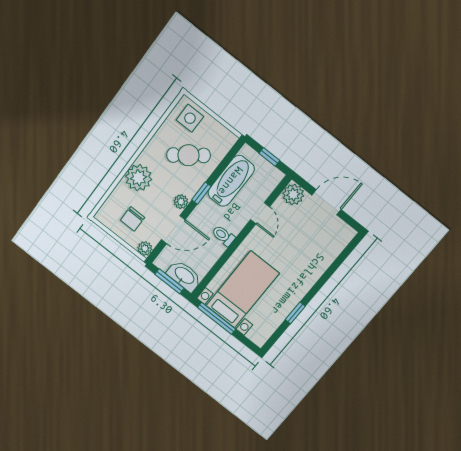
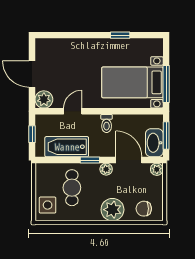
cafe table: (188, 155) -> (72, 188), turned 37
chair: (132, 219) -> (144, 209), moved, turned 180
washbasin: (184, 276) -> (154, 143), moved

